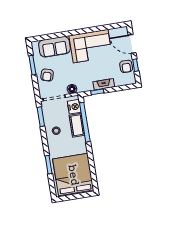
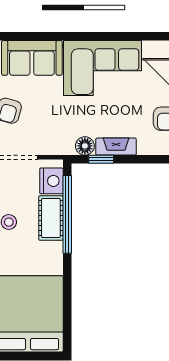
floor lamp: (72, 89) -> (85, 146), moved

